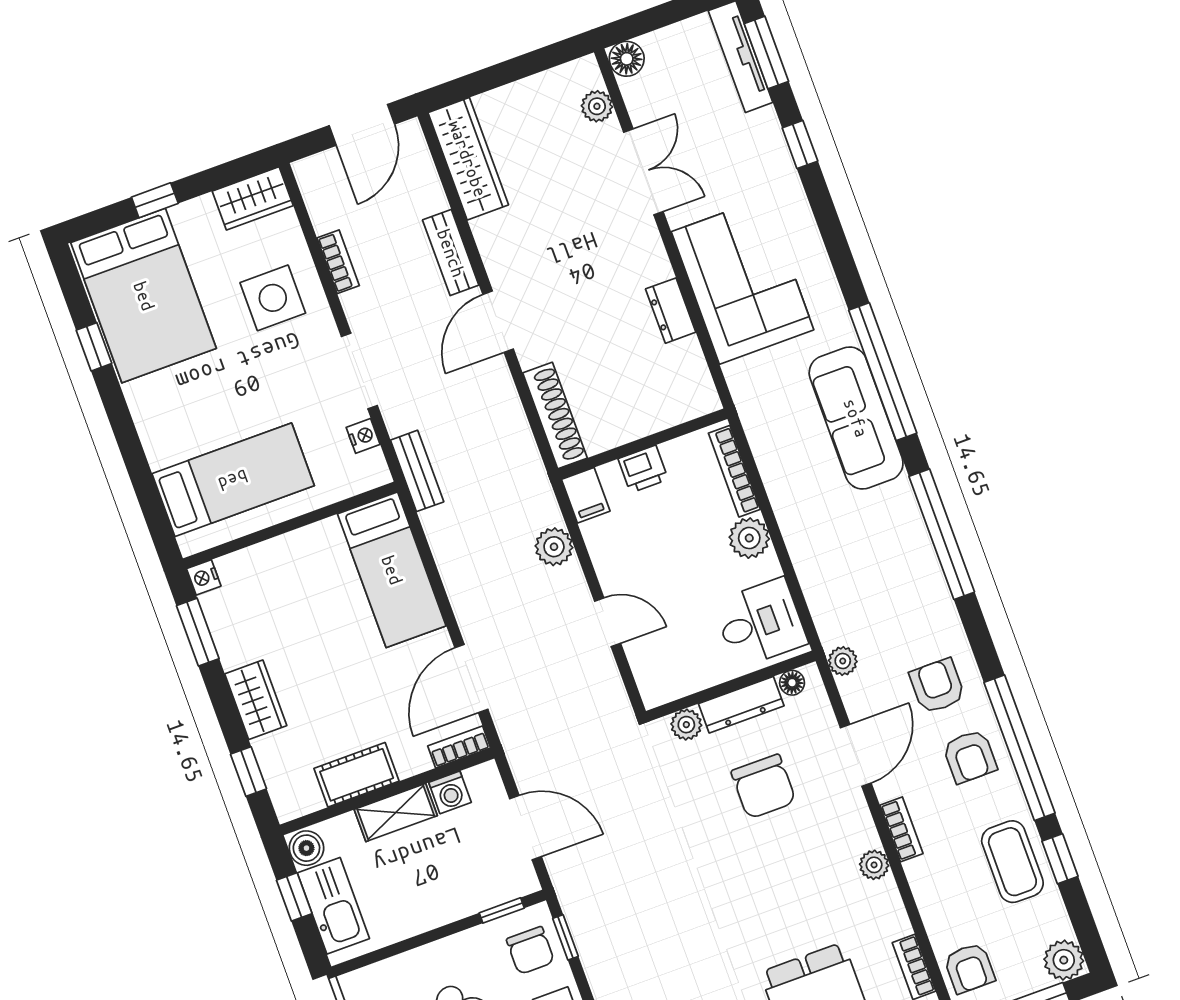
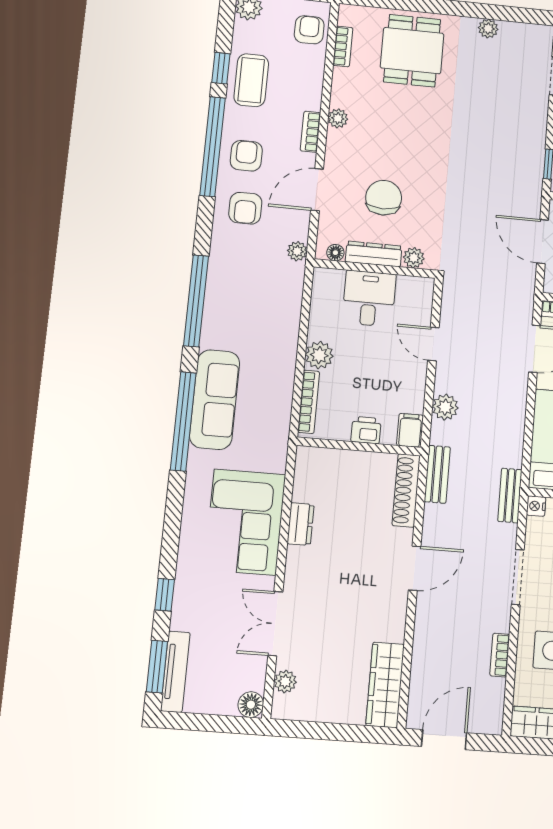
bench: (451, 253) -> (437, 474), moved
nightstand: (363, 436) -> (536, 506), moved
desk: (760, 623) -> (369, 299), moved, turned 90

